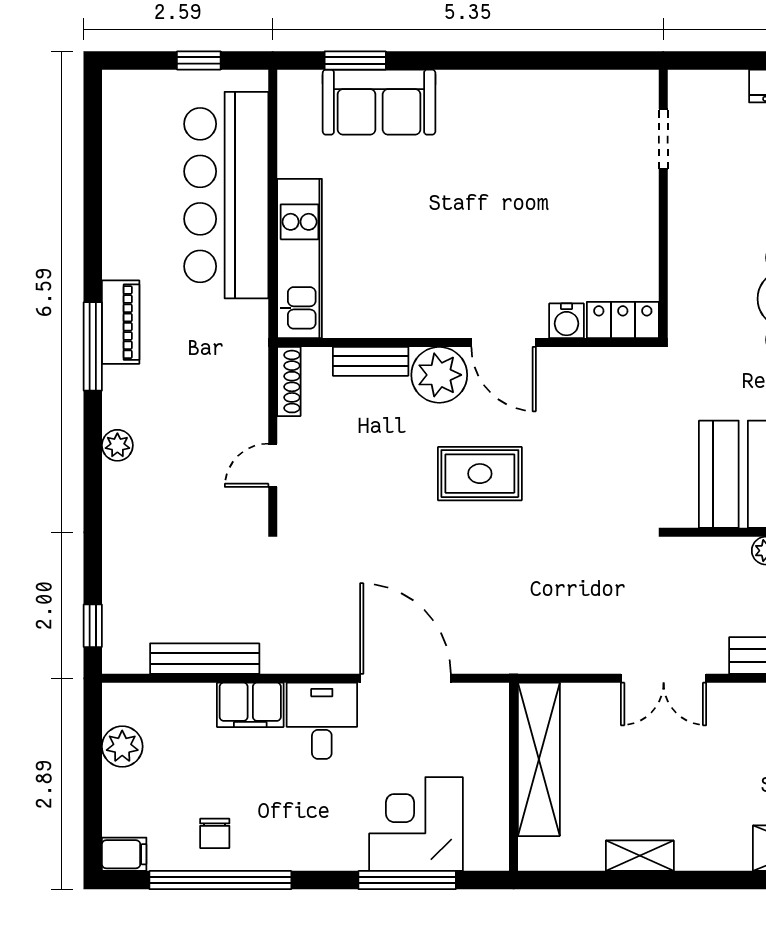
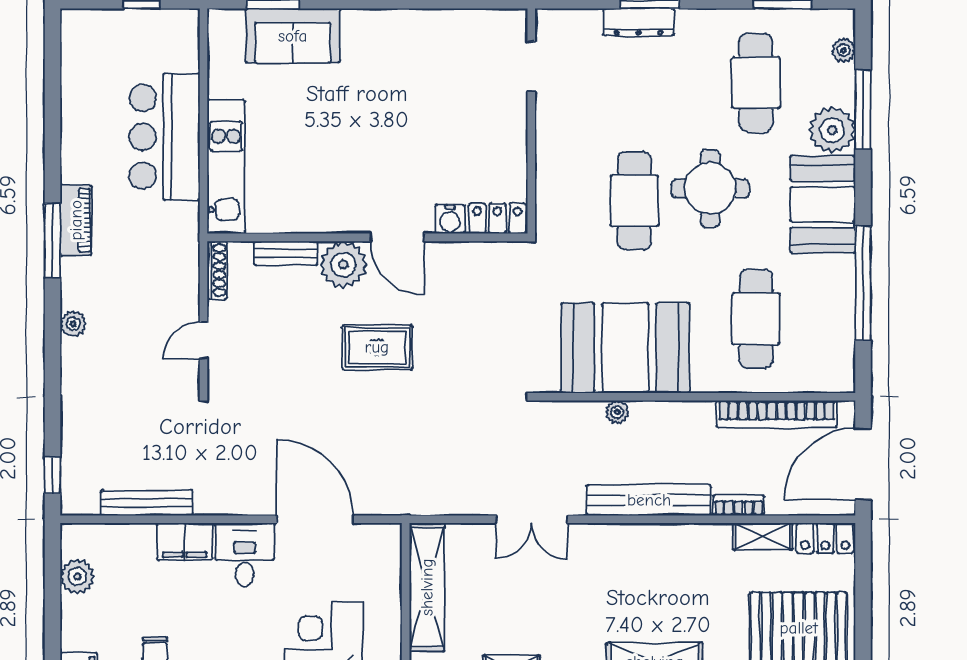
bar counter: (226, 195) -> (165, 137), width x0.73

